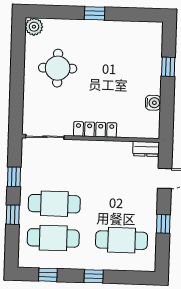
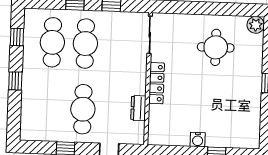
water cooler: (153, 103) -> (198, 140), moved
dresser: (146, 149) -> (138, 108), moved
cafe table: (122, 240) -> (83, 109), moved

